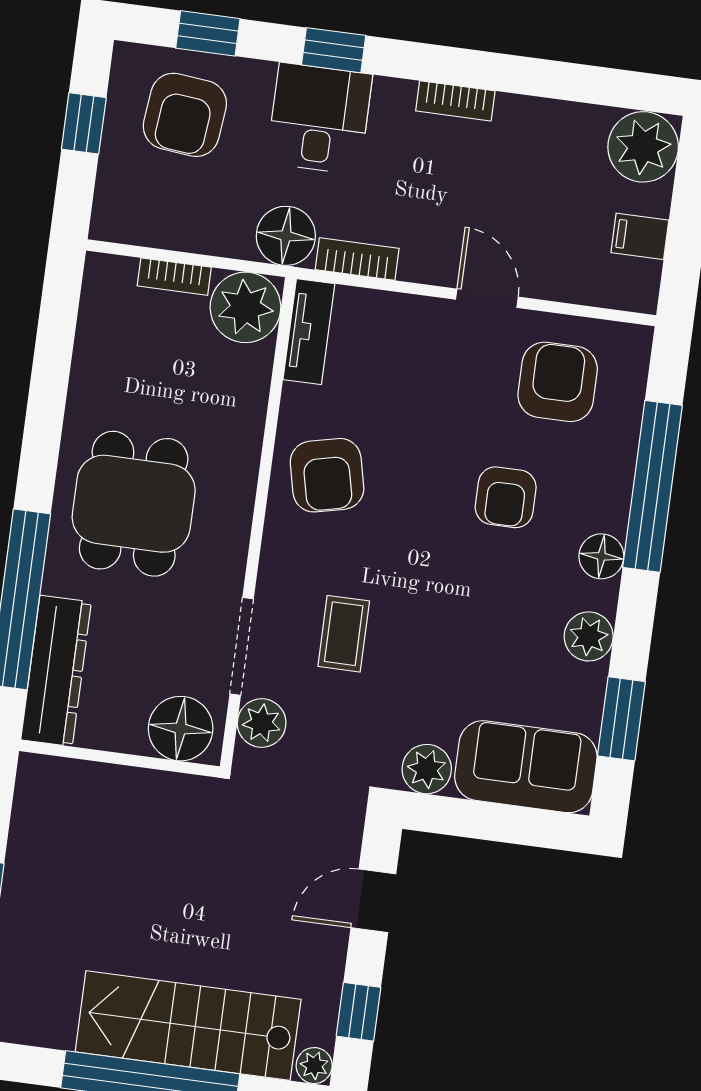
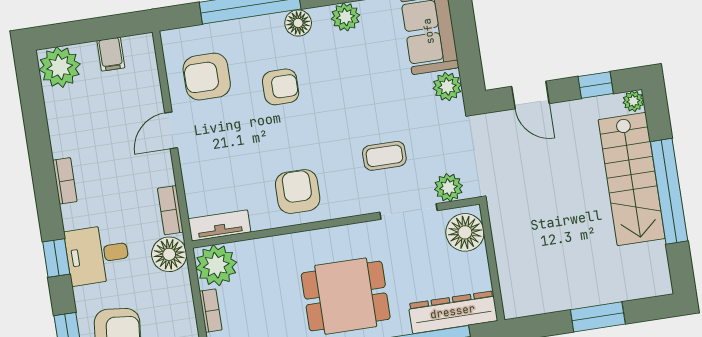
armchair: (327, 475) -> (298, 191), turned -77

